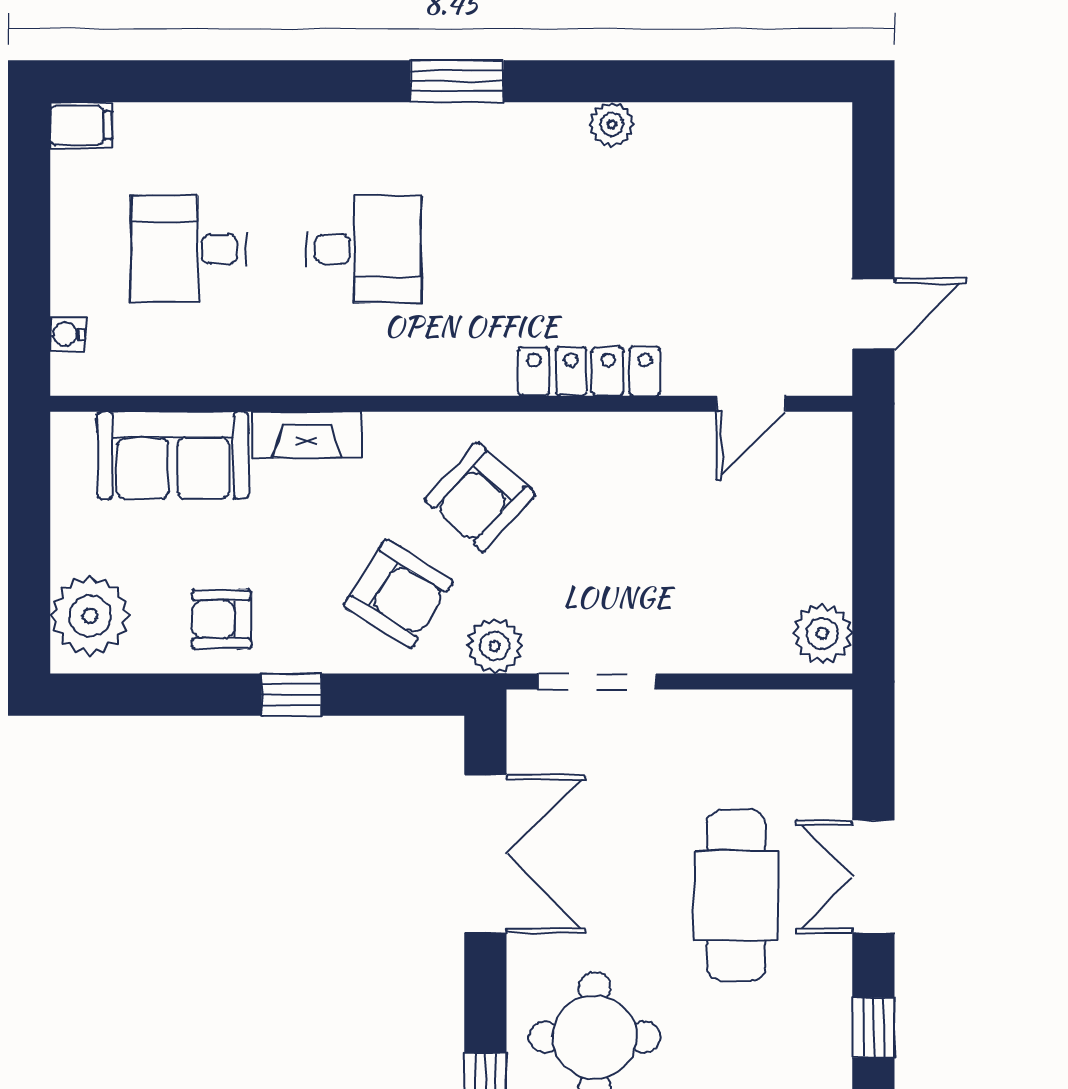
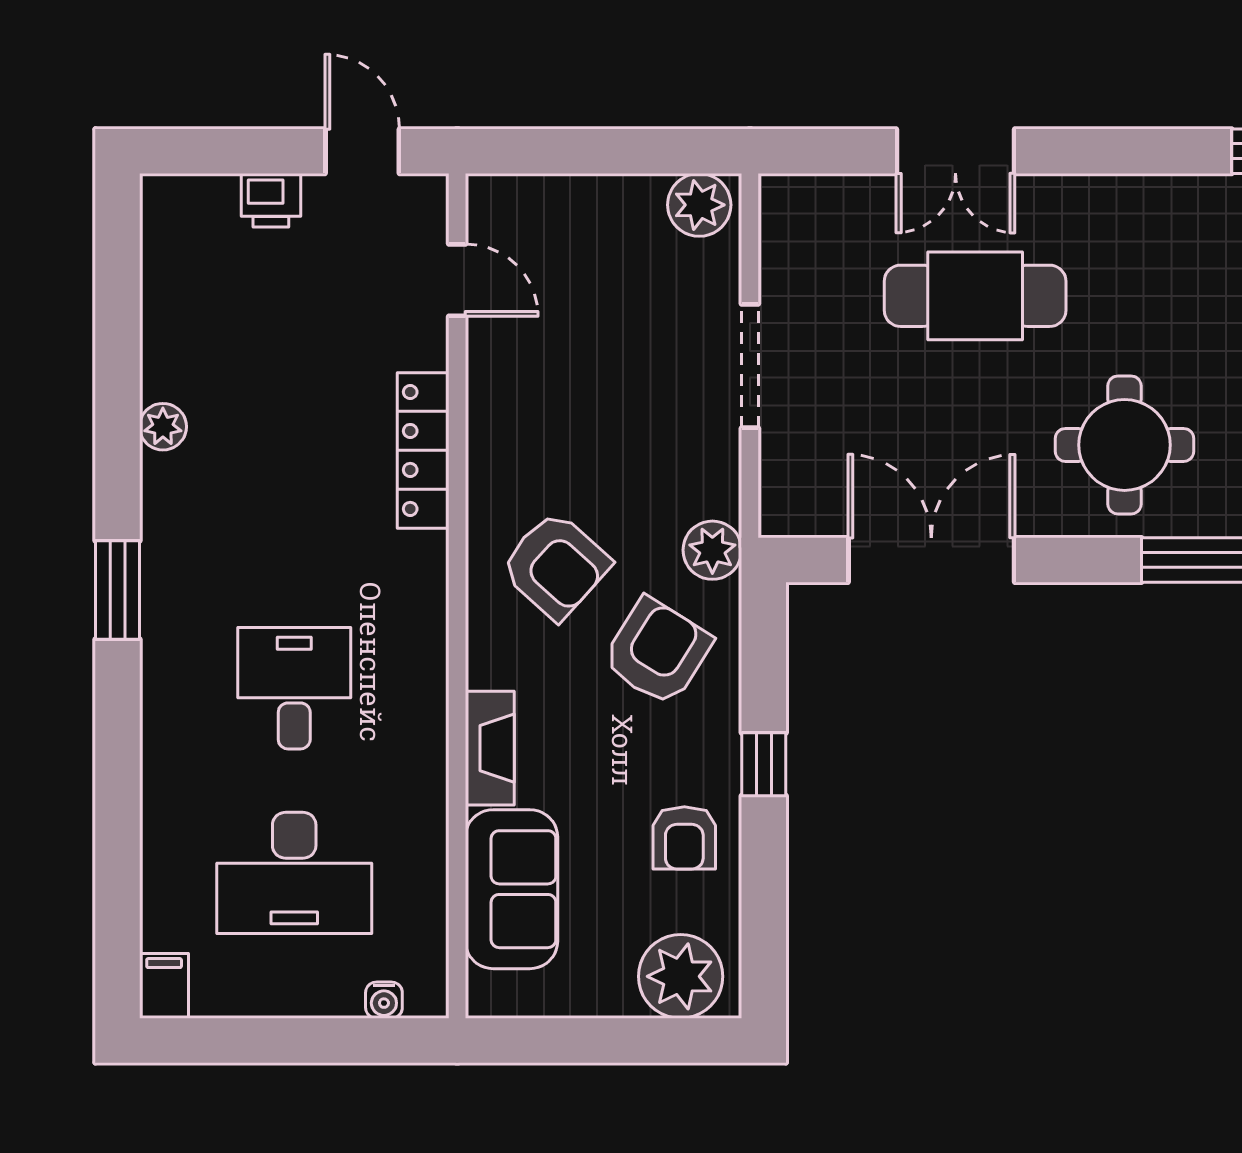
printer: (827, 227) -> (271, 200), added
desk: (188, 249) -> (294, 873), width x1.37
doorway: (597, 682) -> (750, 366), moved
window: (873, 1028) -> (1114, 151), removed

